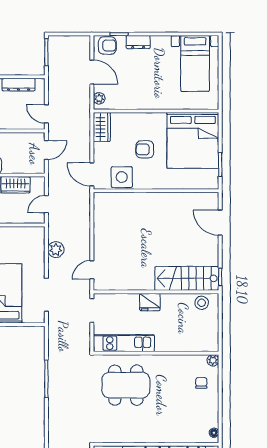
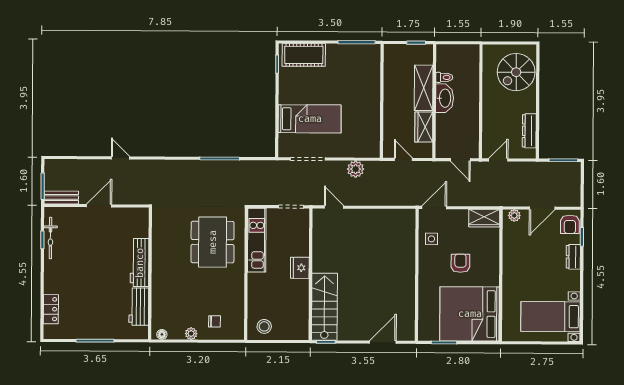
side table: (122, 177) -> (431, 239), width x0.54, depth x0.54
stool: (202, 303) -> (264, 326), moved
plant: (213, 360) -> (191, 334), moved

